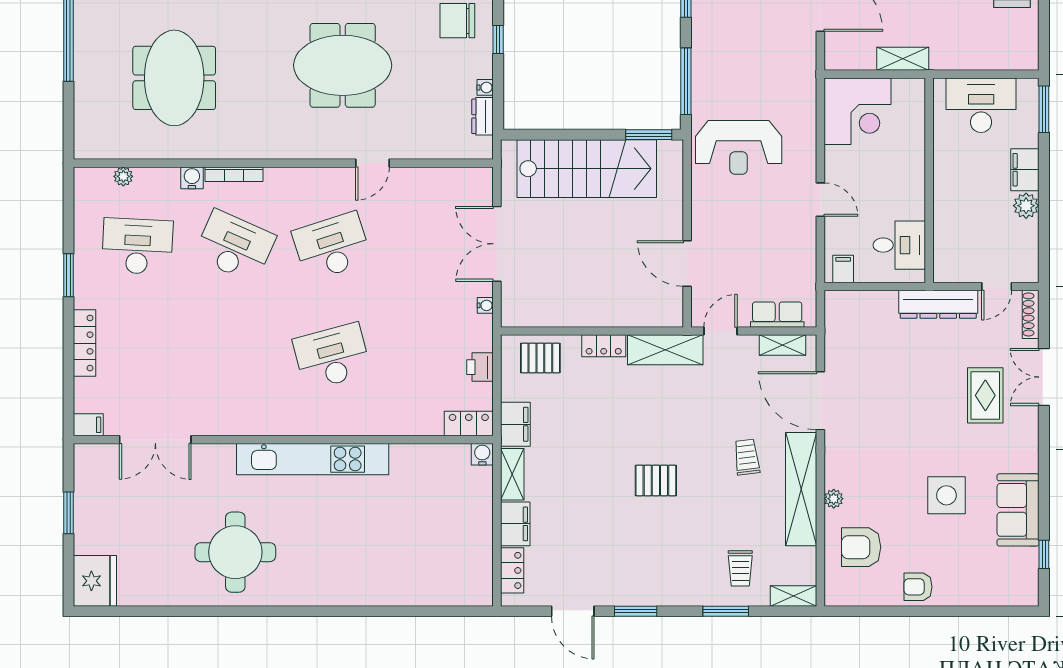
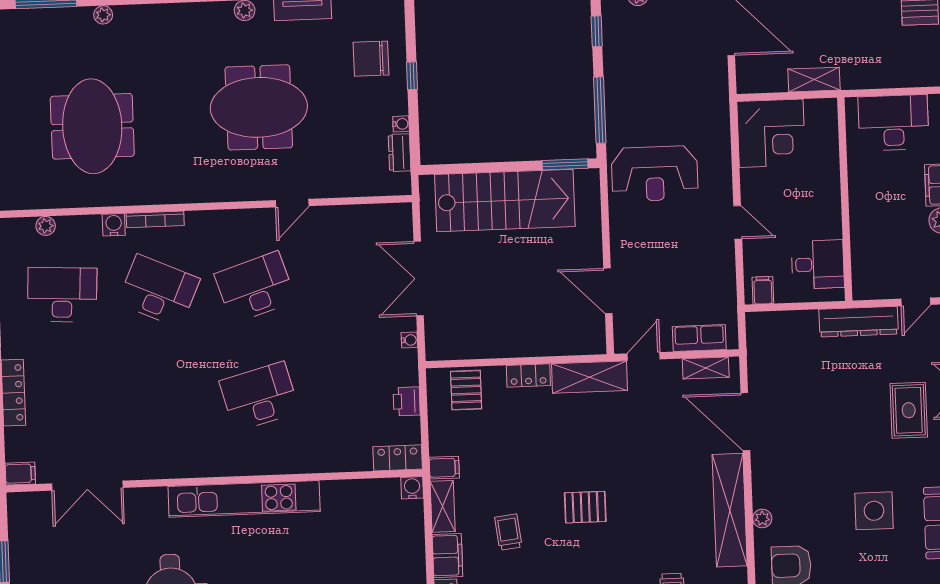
pallet: (540, 358) -> (466, 390), turned 90
filing cabinet: (515, 424) -> (444, 468), width x0.50
trolley: (747, 457) -> (508, 532), moved

